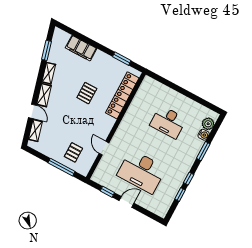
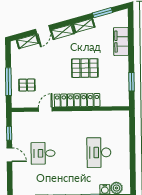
pallet: (87, 93) -> (85, 68), width x1.50, depth x1.42
locker: (122, 95) -> (77, 100), moved
desk: (142, 172) -> (43, 153), width x0.53, depth x0.77

